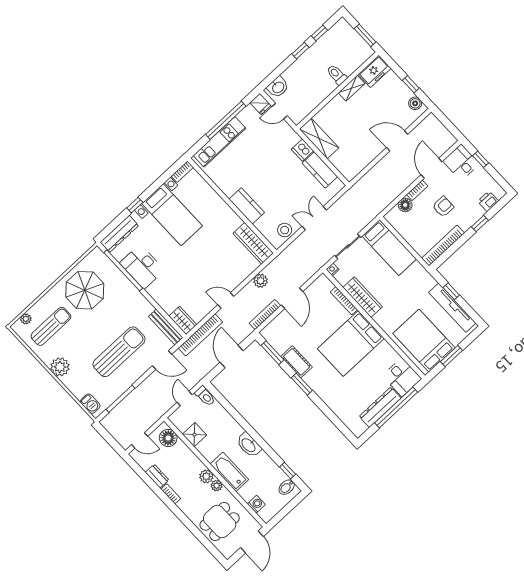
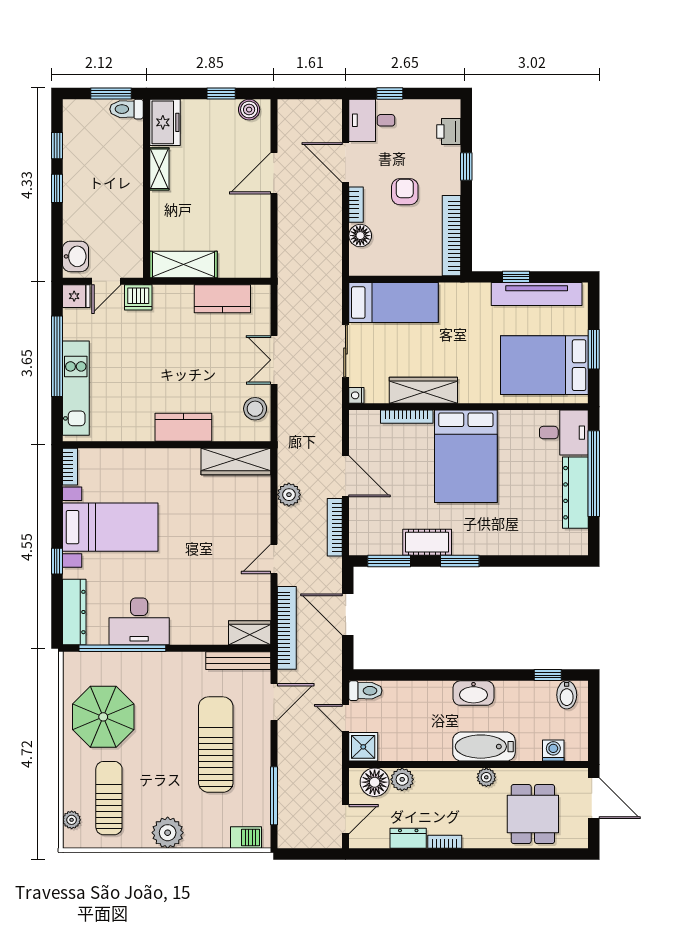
toilet: (337, 75) -> (127, 109), moved
dishwasher: (303, 150) -> (138, 297), moved
shower: (194, 435) -> (363, 747), moved
plant: (206, 476) -> (402, 779), moved

